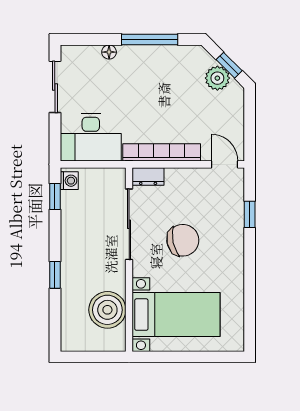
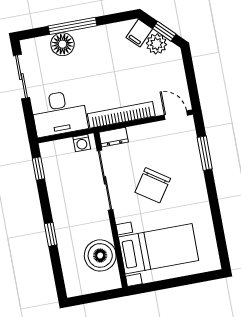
window: (150, 40) -> (73, 26), moved
floor lamp: (109, 52) -> (62, 44), width x1.89, depth x1.89
filing cabinet: (200, 62) -> (139, 33), added
washing machine: (69, 181) -> (82, 143), moved, turned 90
window: (250, 214) -> (205, 153), width x1.50
chair: (183, 240) -> (153, 185), turned 136

